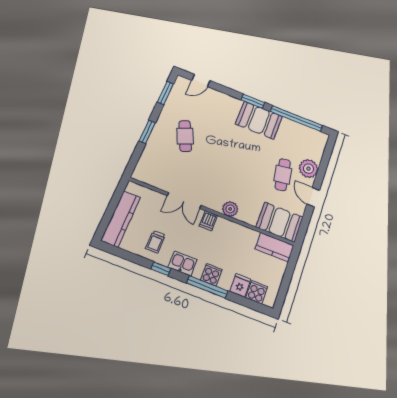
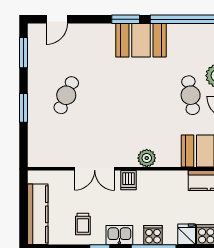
cafe table: (185, 136) -> (66, 95), turned 48

